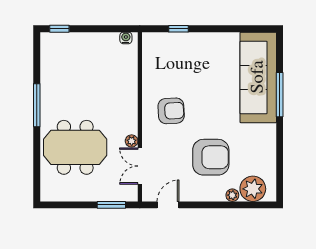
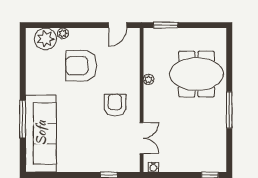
armchair: (171, 111) -> (115, 105), turned 93
double door: (140, 166) -> (142, 138), moved

